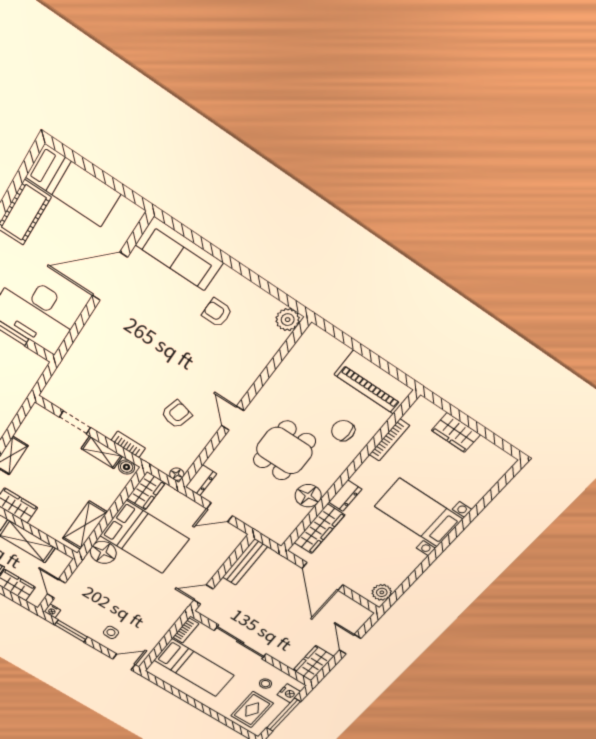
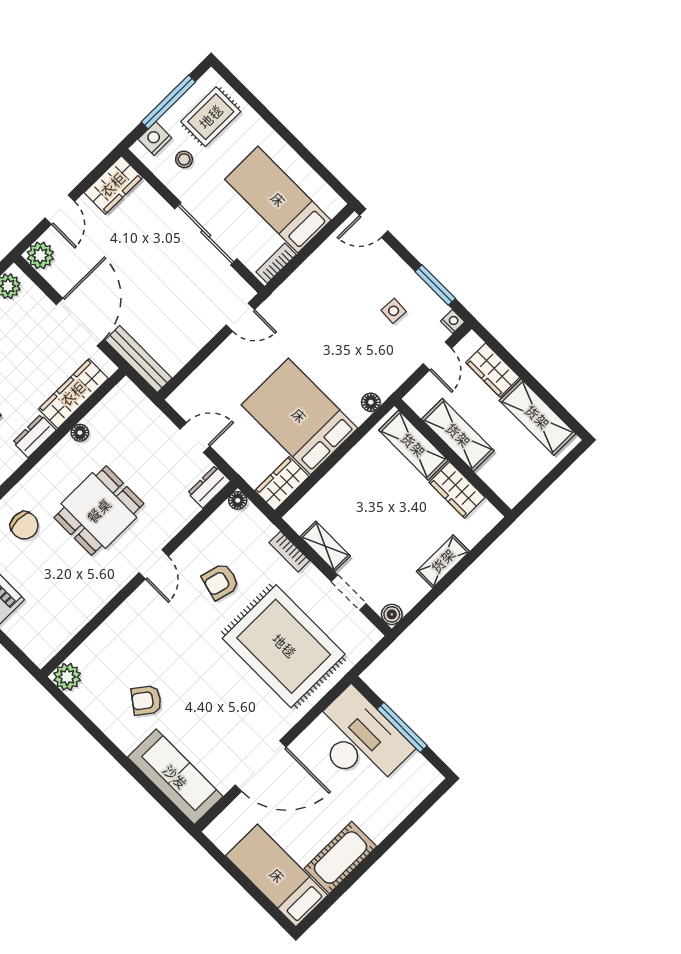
armchair: (217, 313) -> (146, 700), turned 127
rug: (115, 374) -> (284, 646), added
boiler: (127, 467) -> (392, 614), moved
floor lamp: (308, 496) -> (80, 433), width x0.53, depth x0.53
shelving: (85, 525) -> (413, 445), moved, turned 90
floor lamp: (103, 552) -> (371, 402), width x0.53, depth x0.53
bench: (245, 562) -> (139, 359), moved, turned 90
plant: (360, 615) -> (40, 255), added
side table: (111, 632) -> (394, 311), moved

